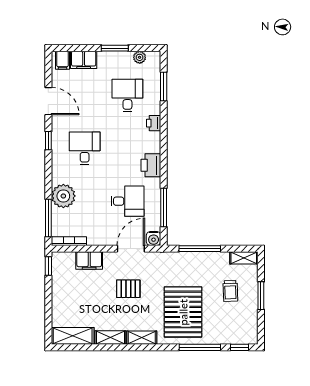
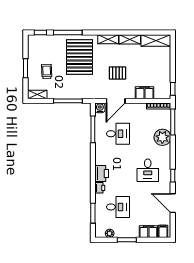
desk: (127, 96) -> (118, 207), turned -90
printer: (151, 165) -> (102, 174), moved
desk: (127, 201) -> (118, 134), turned 180

